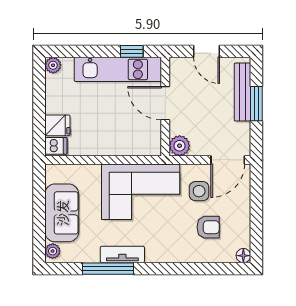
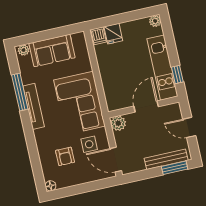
door: (207, 51) -> (189, 127), hinge flipped
window: (256, 104) -> (175, 168), moved
tv unit: (122, 254) -> (34, 106), width x1.41

